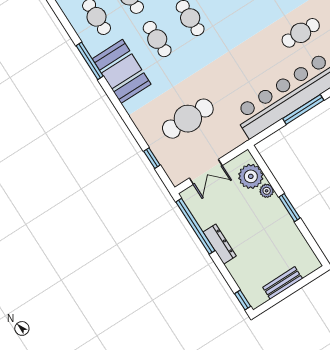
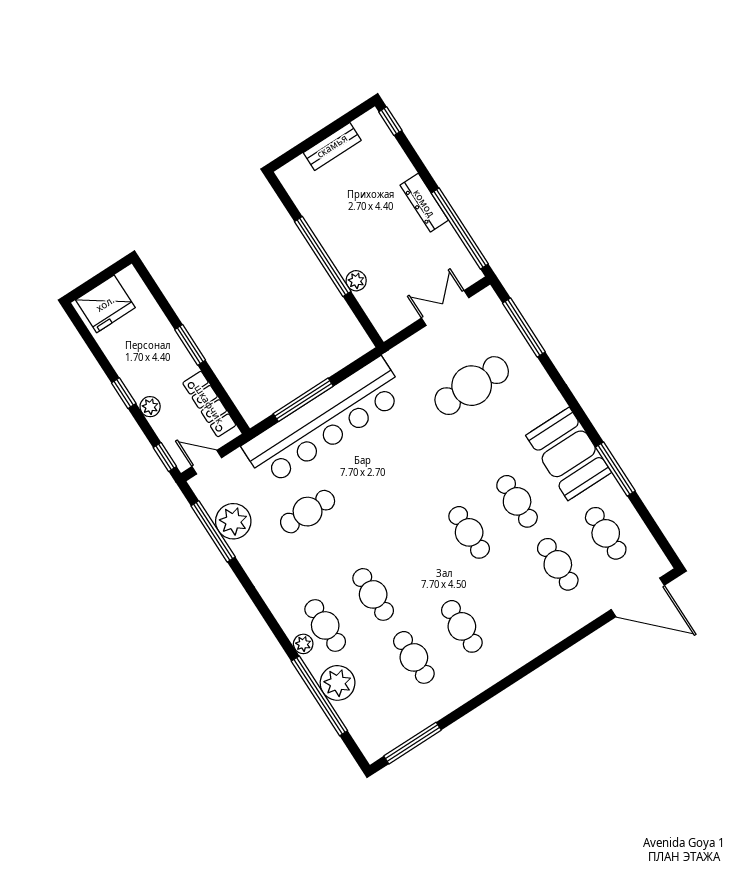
window: (152, 158) -> (524, 328), width x2.17
plant: (251, 176) -> (379, 302), removed
window: (289, 208) -> (323, 256), width x2.11

